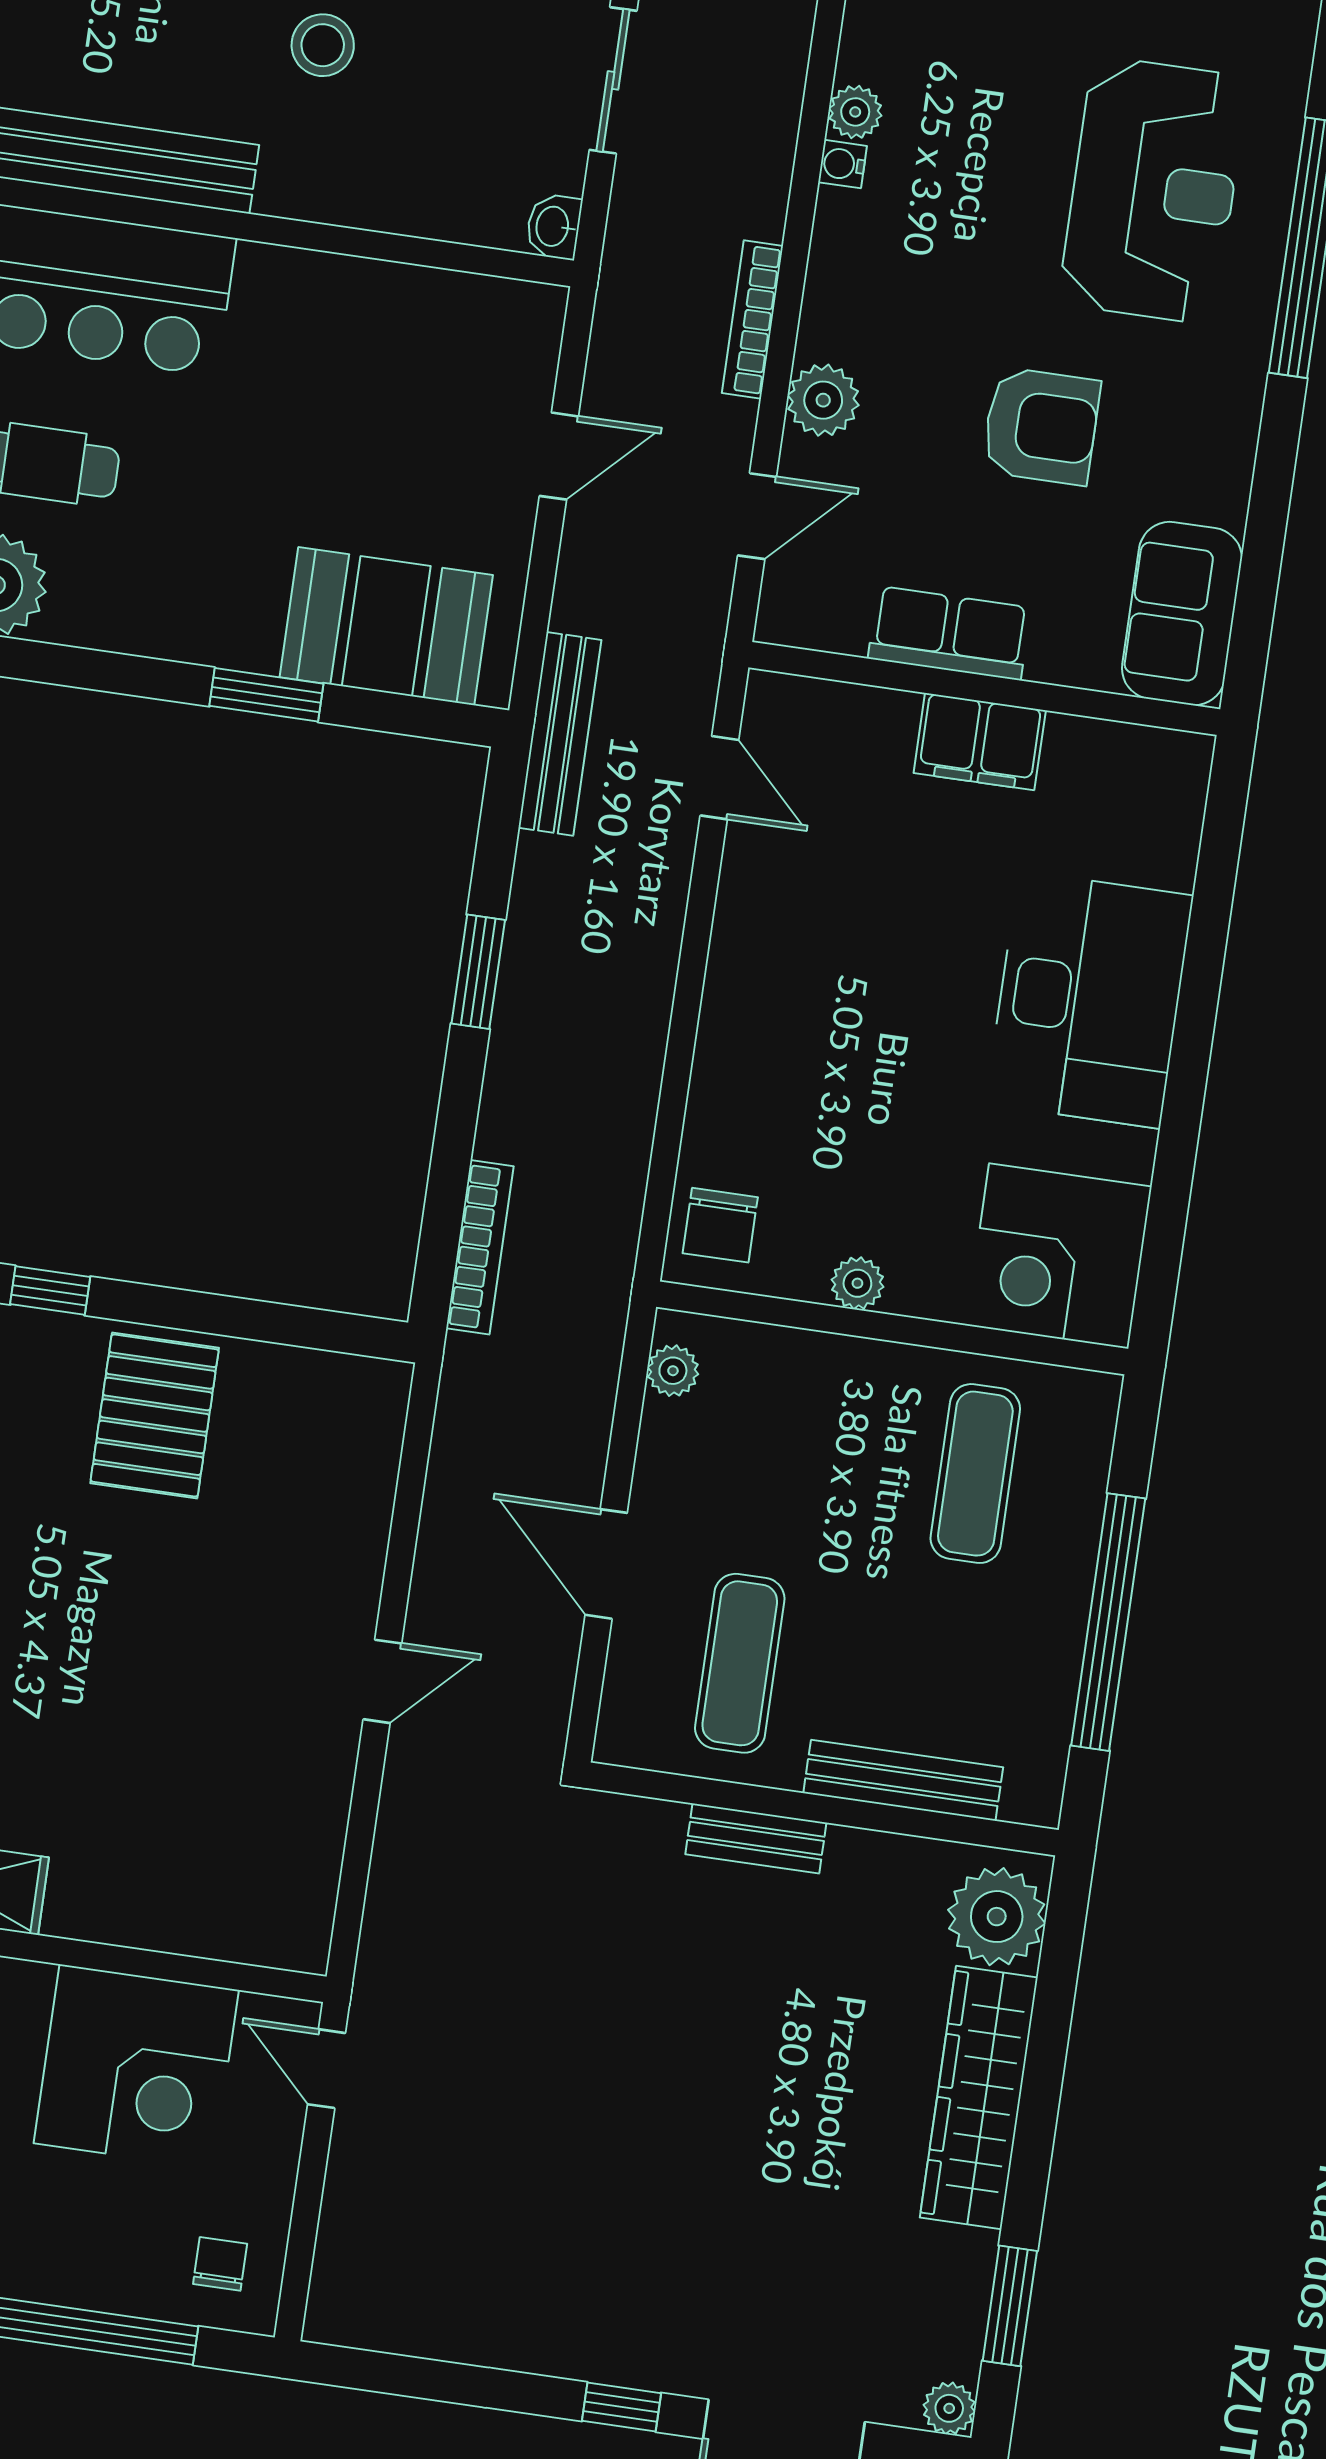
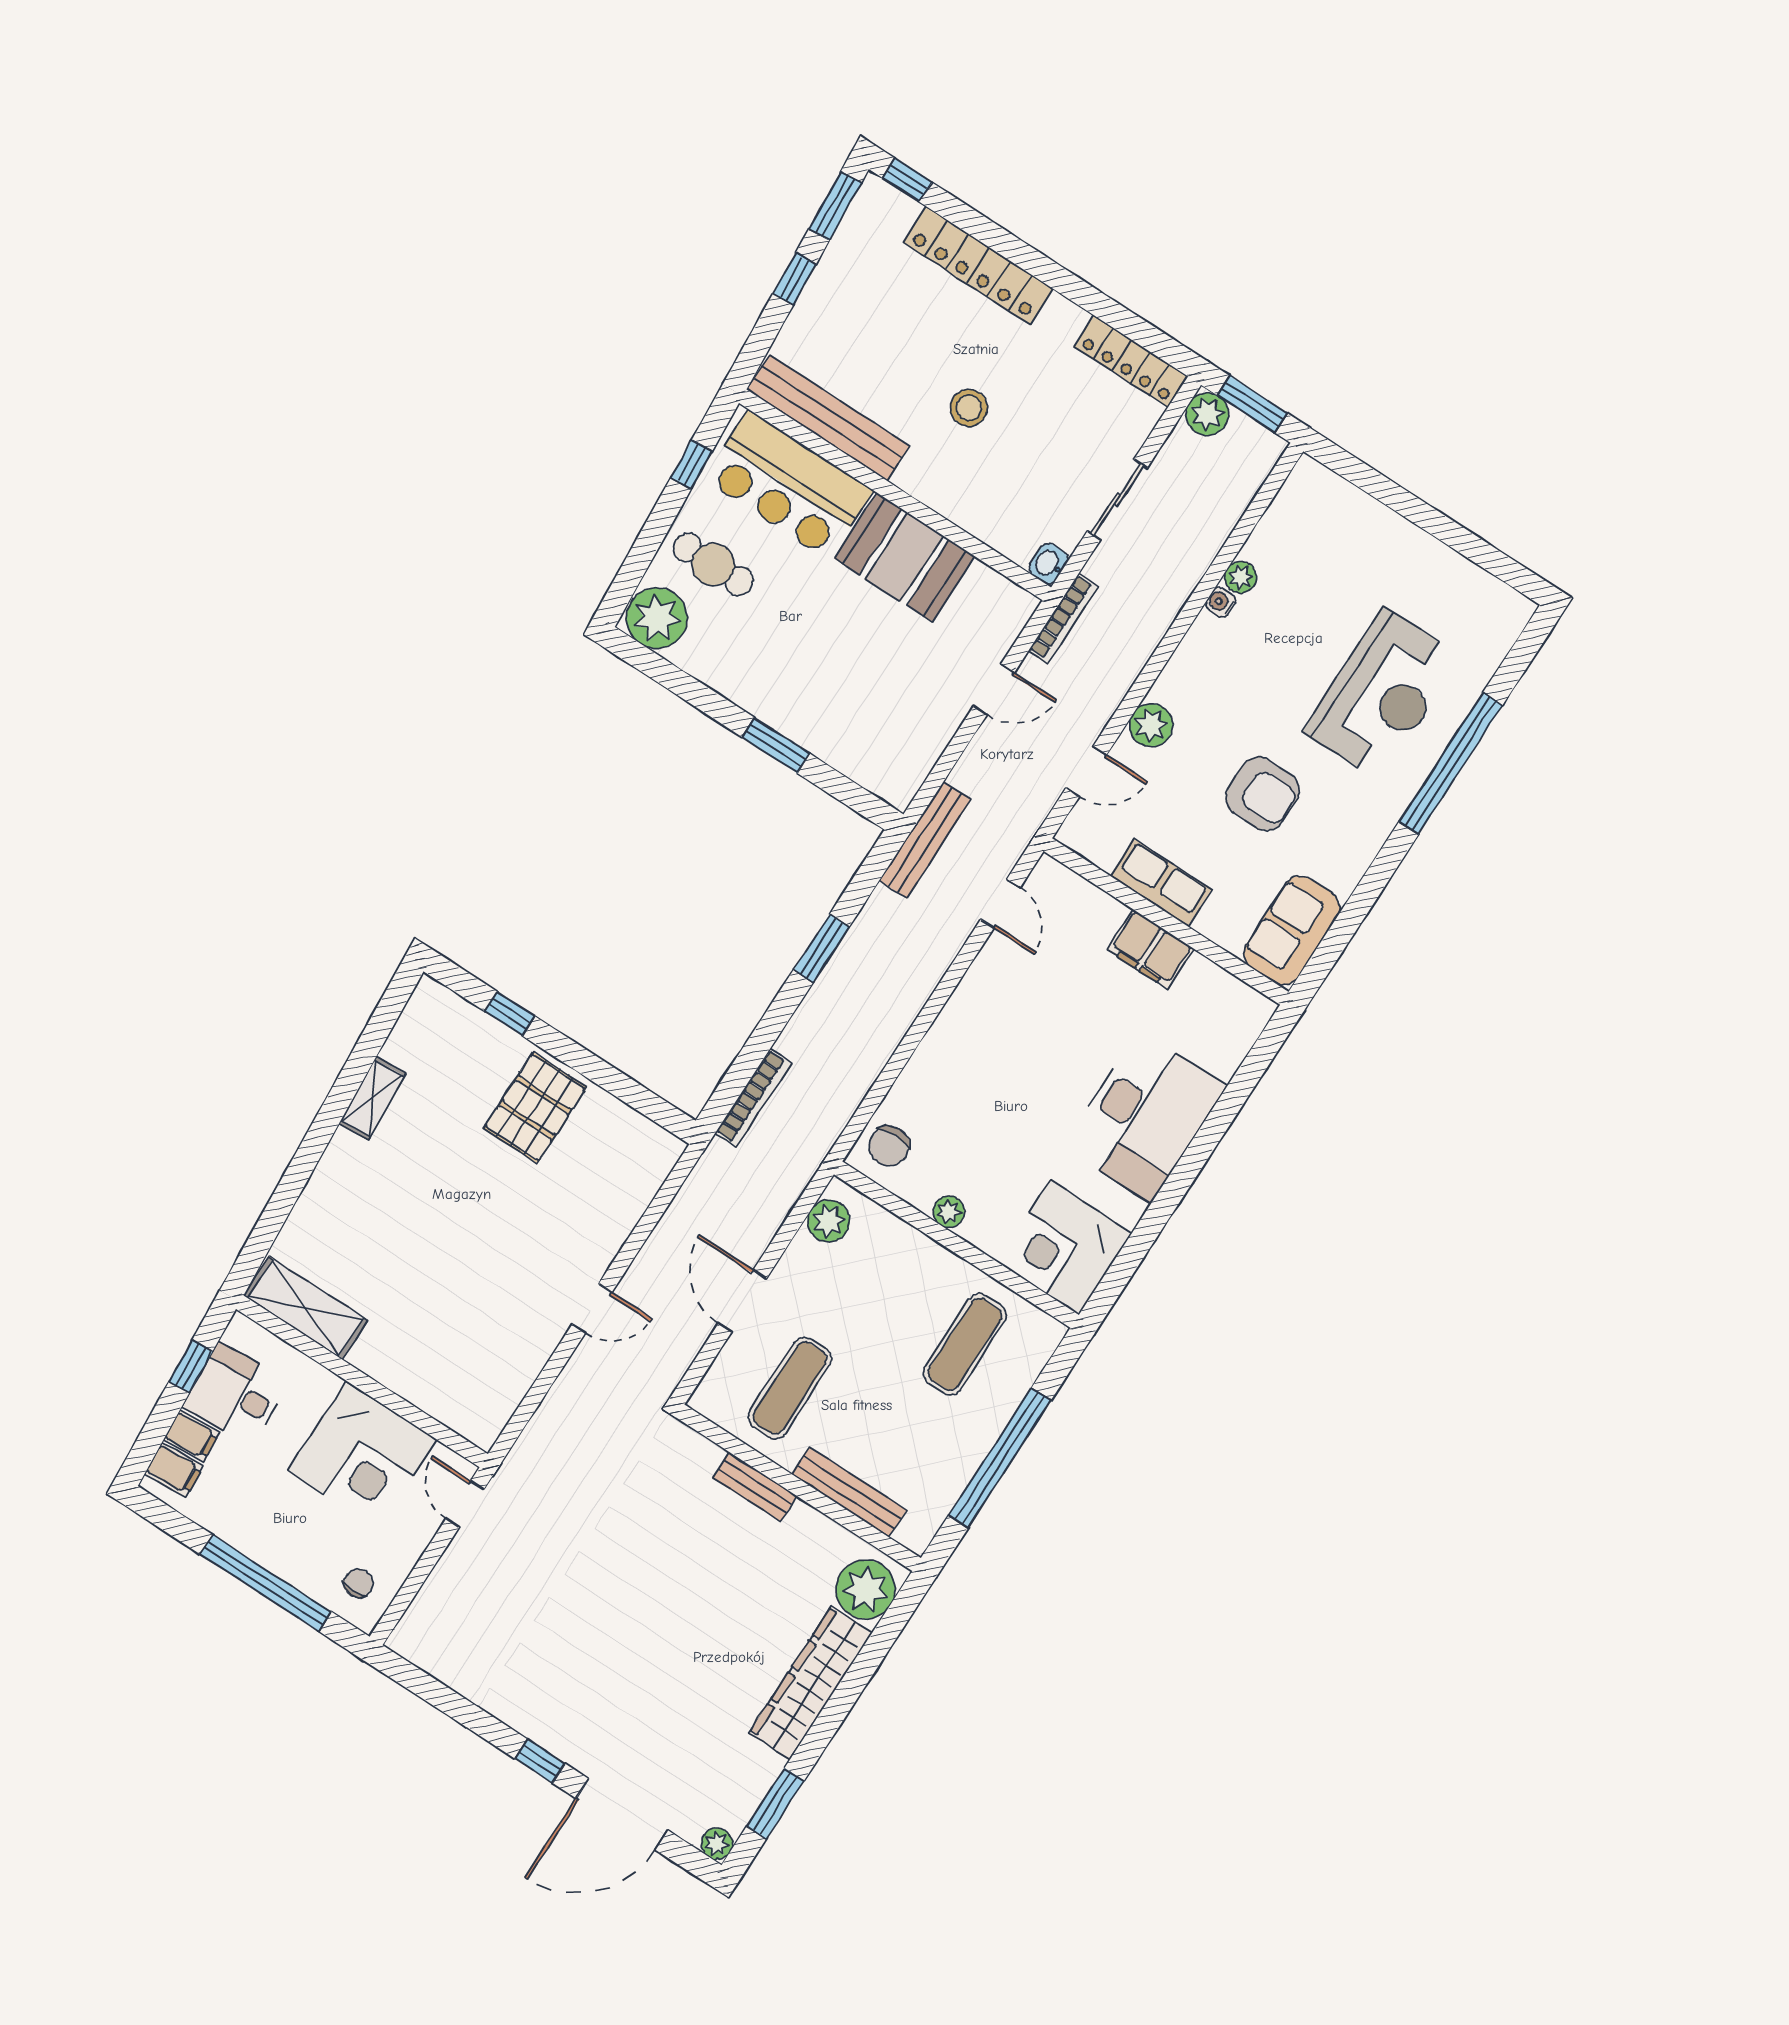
bookcase: (753, 319) -> (1063, 618), moved, turned 180
booth: (386, 626) -> (904, 557), moved
plant: (673, 1371) -> (829, 1221), width x1.38, depth x1.38

